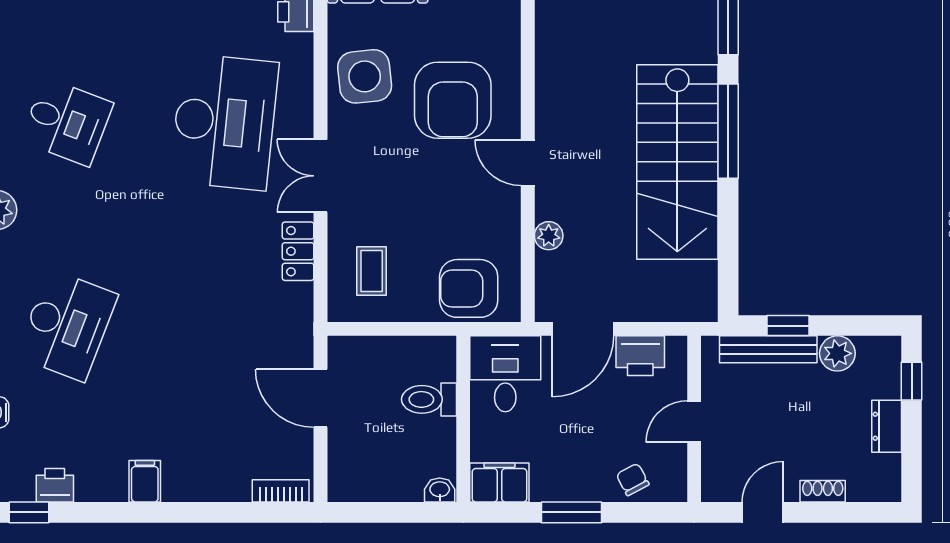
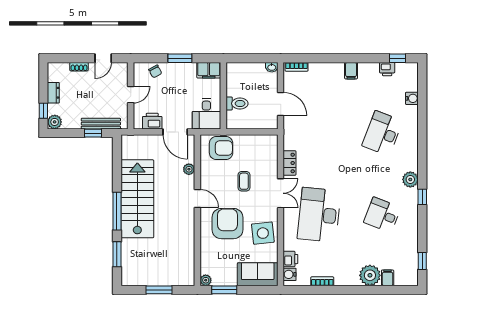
coffee table: (372, 271) -> (244, 181), moved
door: (583, 329) -> (175, 132), swing flipped
plant: (837, 353) -> (55, 122), moved
washbasin: (440, 490) -> (272, 67), moved

